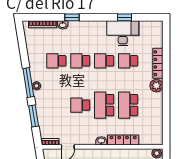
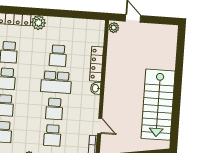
school desk: (56, 105) -> (52, 135), added
school desk: (128, 105) -> (58, 56), width x0.54

